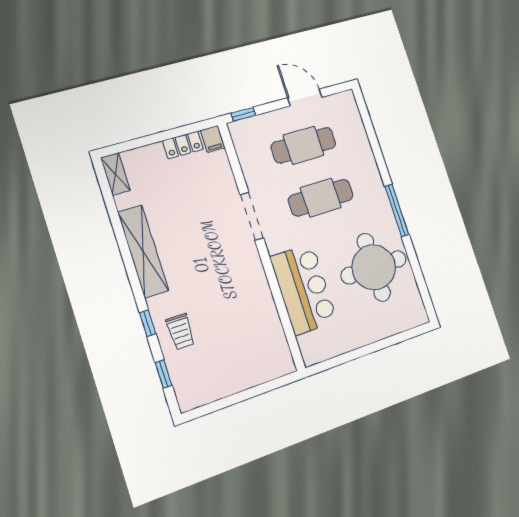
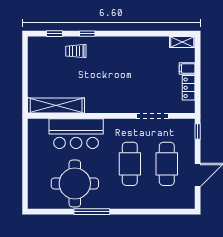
filing cabinet: (213, 139) -> (187, 68), moved
window: (397, 210) -> (92, 212), moved
doorway: (252, 216) -> (153, 116), moved
shelving: (143, 251) -> (56, 106), moved

